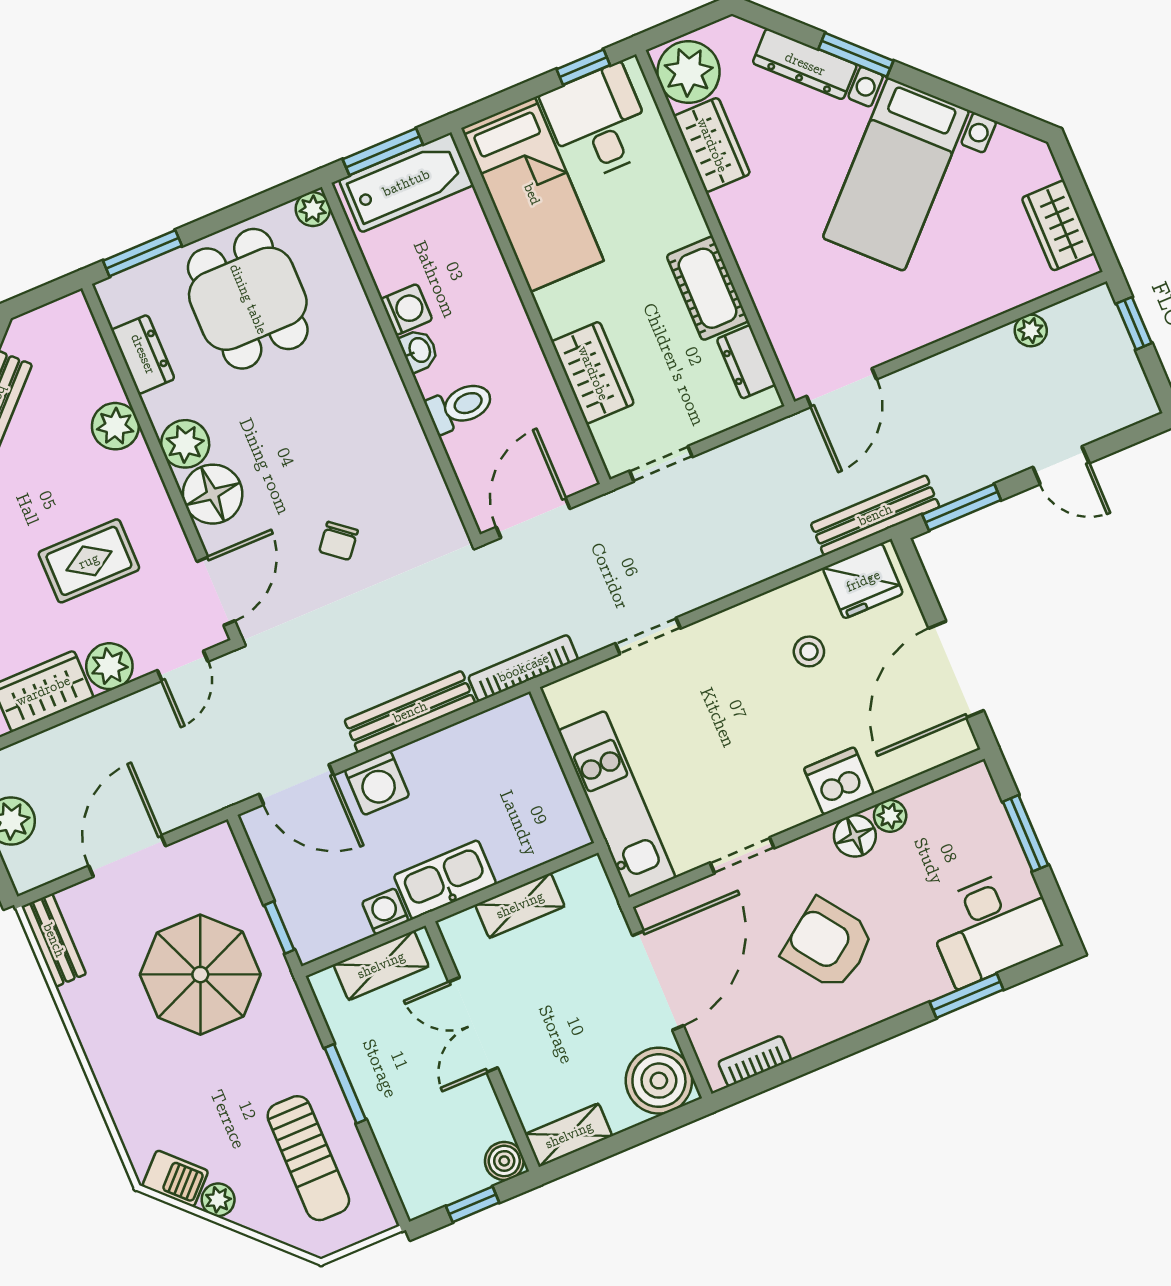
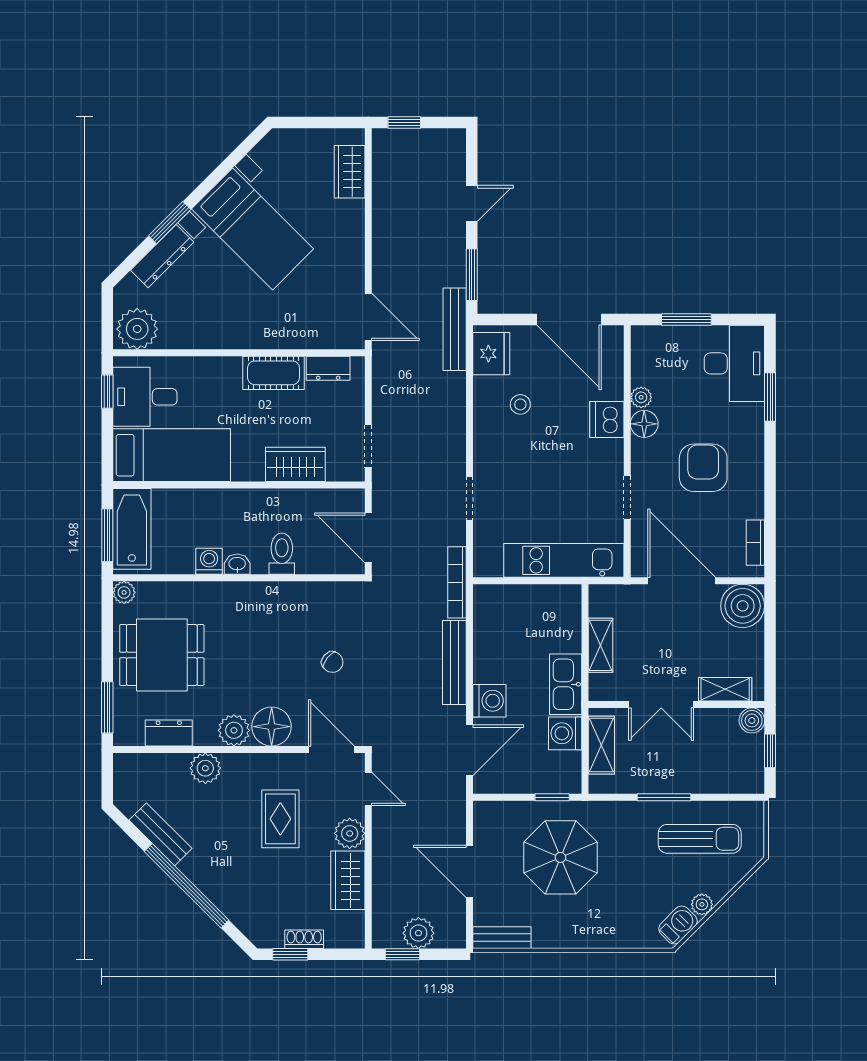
wardrobe: (712, 145) -> (187, 333), removed
wardrobe: (1058, 225) -> (350, 172), moved, turned 90
plant: (1031, 330) -> (382, 187), removed
washing machine: (385, 911) -> (565, 733), width x1.38, depth x1.38
armchair: (828, 944) -> (703, 468), turned 126
shelving: (569, 1135) -> (725, 689), moved, turned 90

